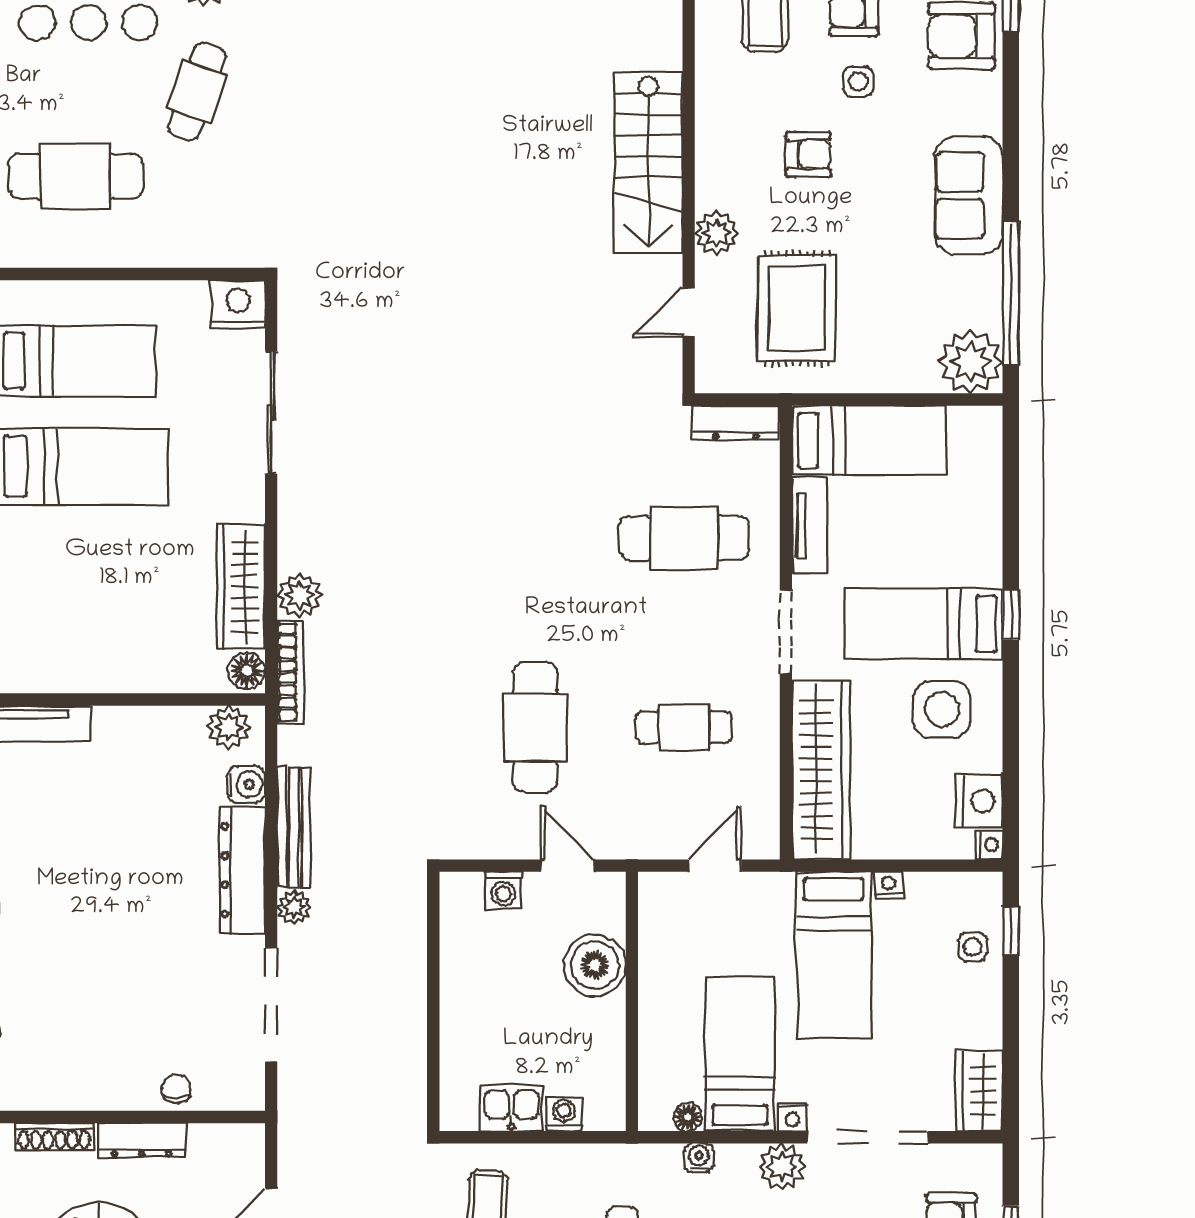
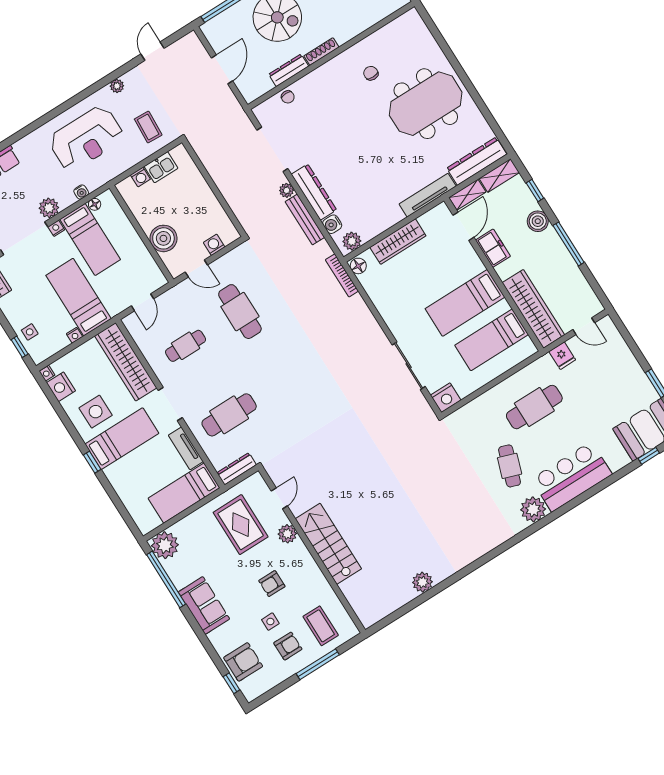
wardrobe: (241, 587) -> (398, 242), moved, turned 90
plant: (299, 595) -> (356, 306), removed

